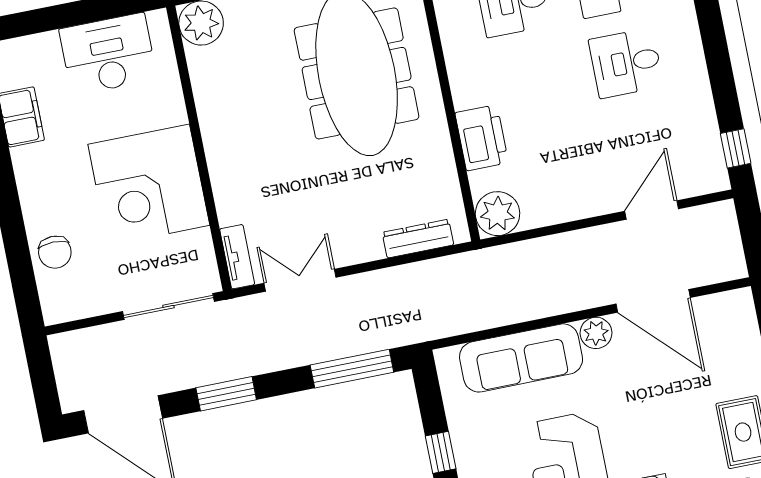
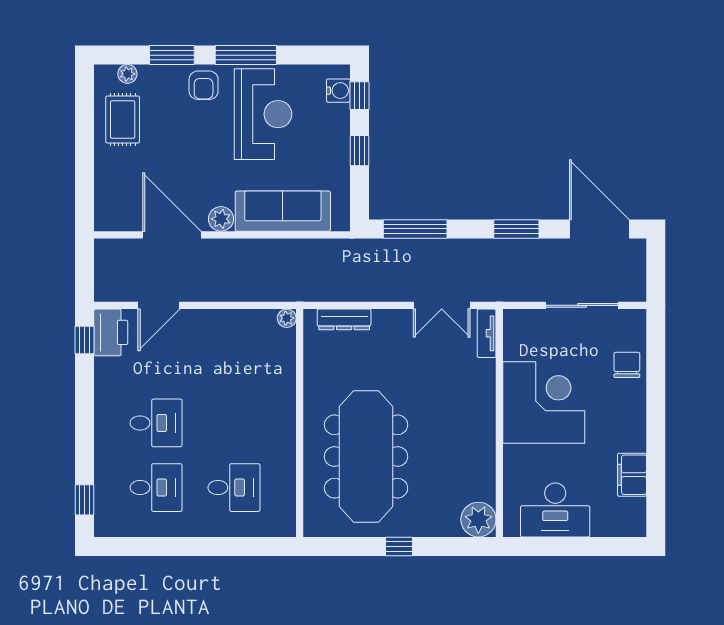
printer: (482, 138) -> (111, 332), moved, turned 180
plant: (498, 214) -> (287, 318), width x0.53, depth x0.53
sliding door: (168, 306) -> (582, 305), moved

